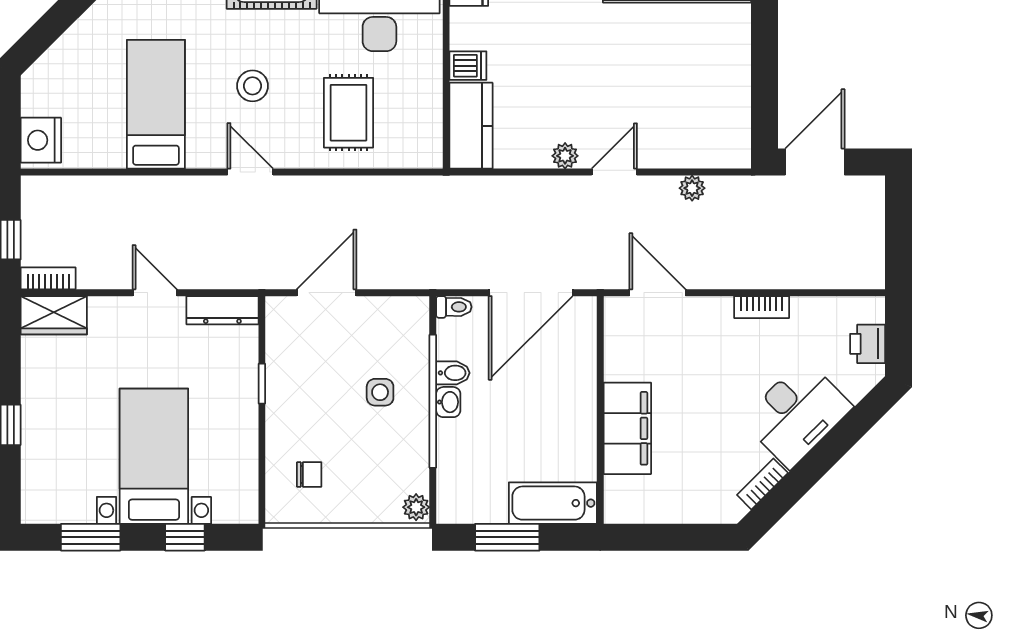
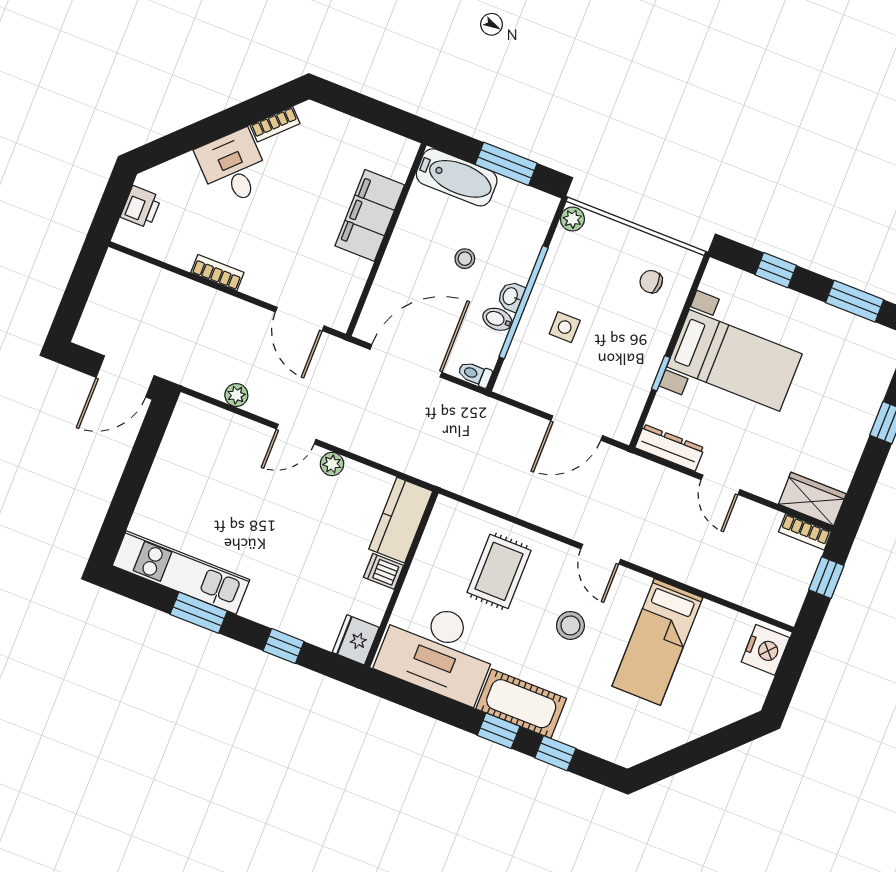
desk: (797, 413) -> (233, 167), width x0.73
stool: (511, 422) -> (465, 259), added
bed with nightstands: (154, 456) -> (734, 360), moved, turned -90

